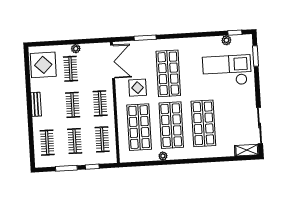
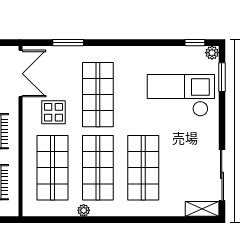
plant: (226, 40) -> (212, 53), moved

